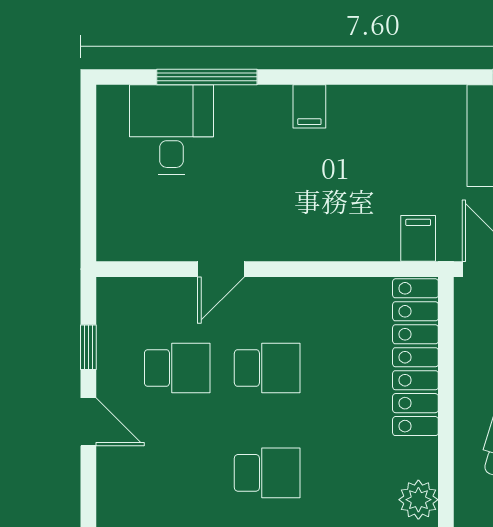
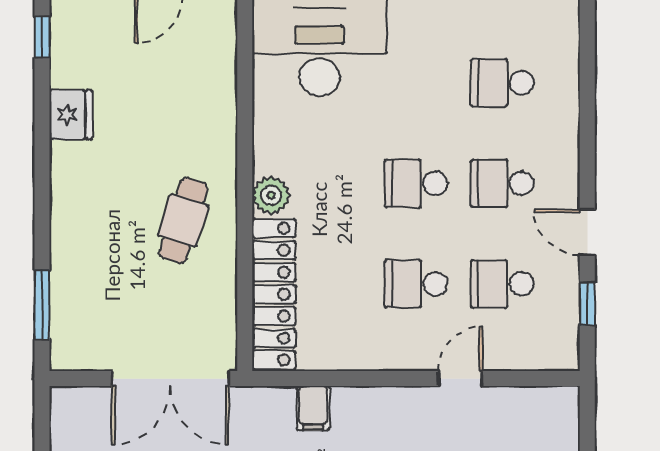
filing cabinet: (418, 238) -> (313, 408), moved
school desk: (177, 473) -> (502, 183), added
plant: (418, 500) -> (271, 195), moved

